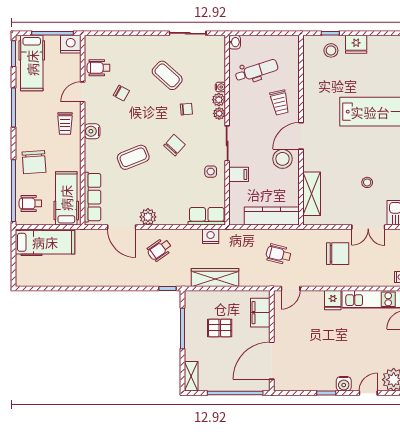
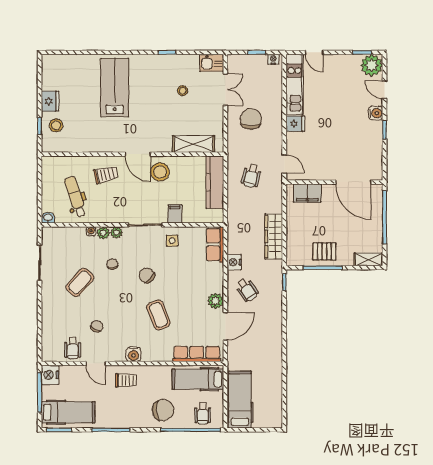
nightstand: (211, 236) -> (234, 262), moved
pallet: (220, 328) -> (324, 251), moved, turned 90

